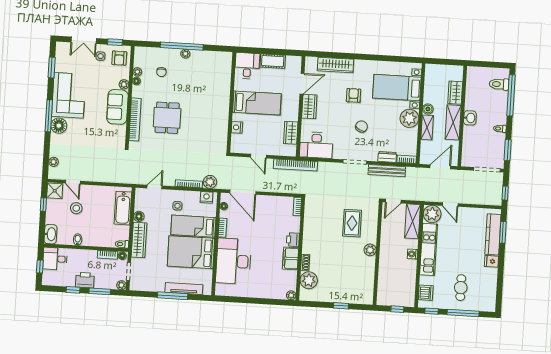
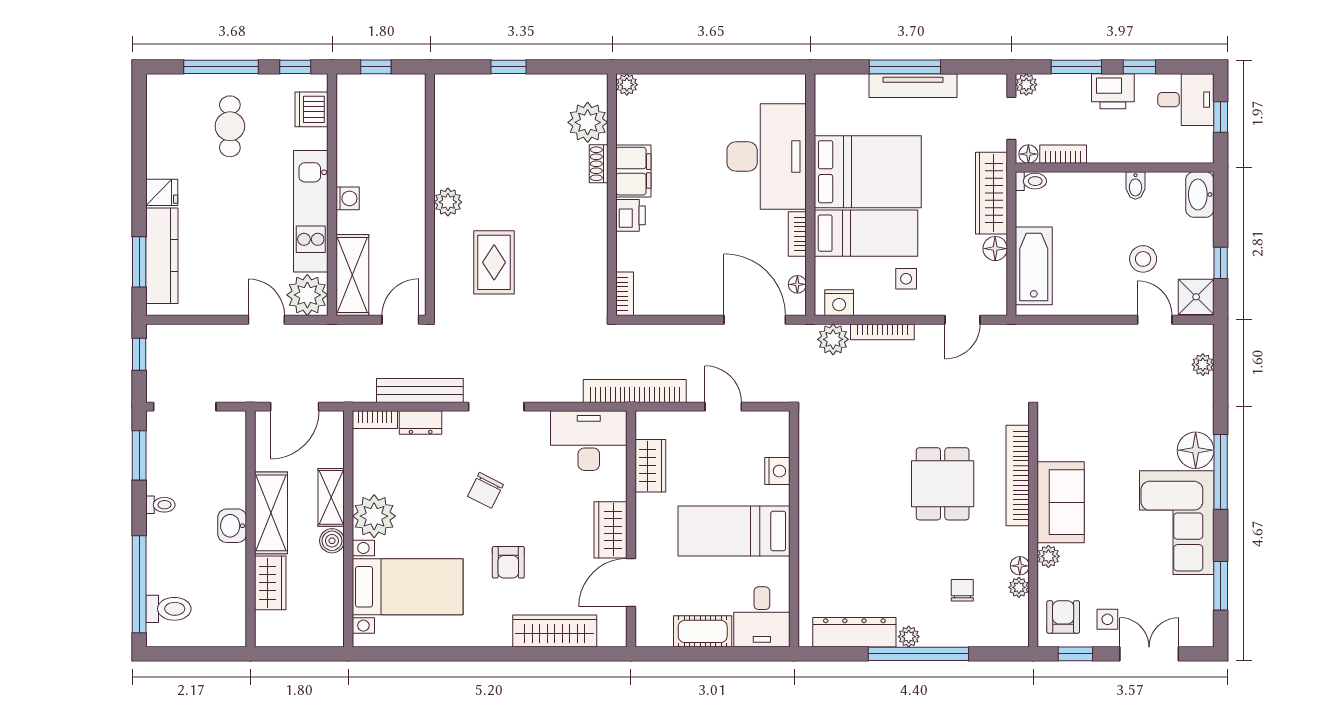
dresser: (208, 57) -> (854, 632), added
desk: (55, 259) -> (1186, 100), moved
tv unit: (184, 288) -> (913, 86), moved

